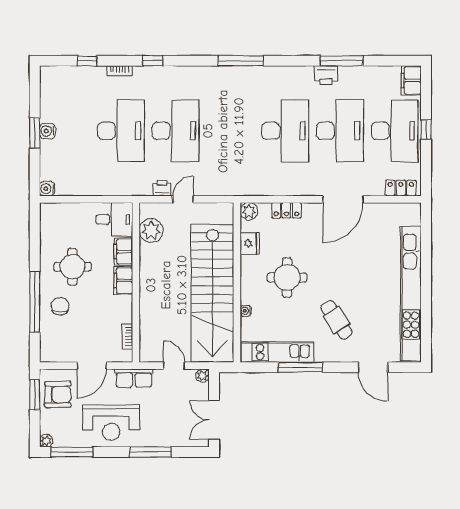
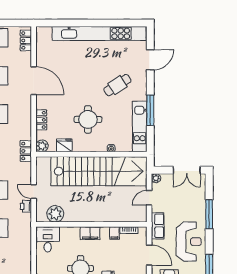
locker: (242, 188) -> (26, 151), added
filing cabinet: (123, 251) -> (114, 233), moved, width x0.50

